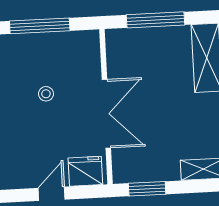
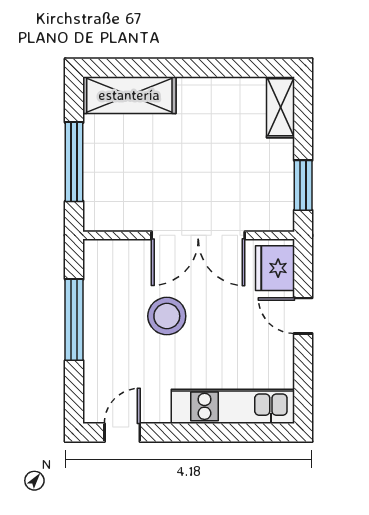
stool: (46, 94) -> (167, 316), width x1.89, depth x1.89
double door: (106, 114) -> (198, 235), swing flipped

